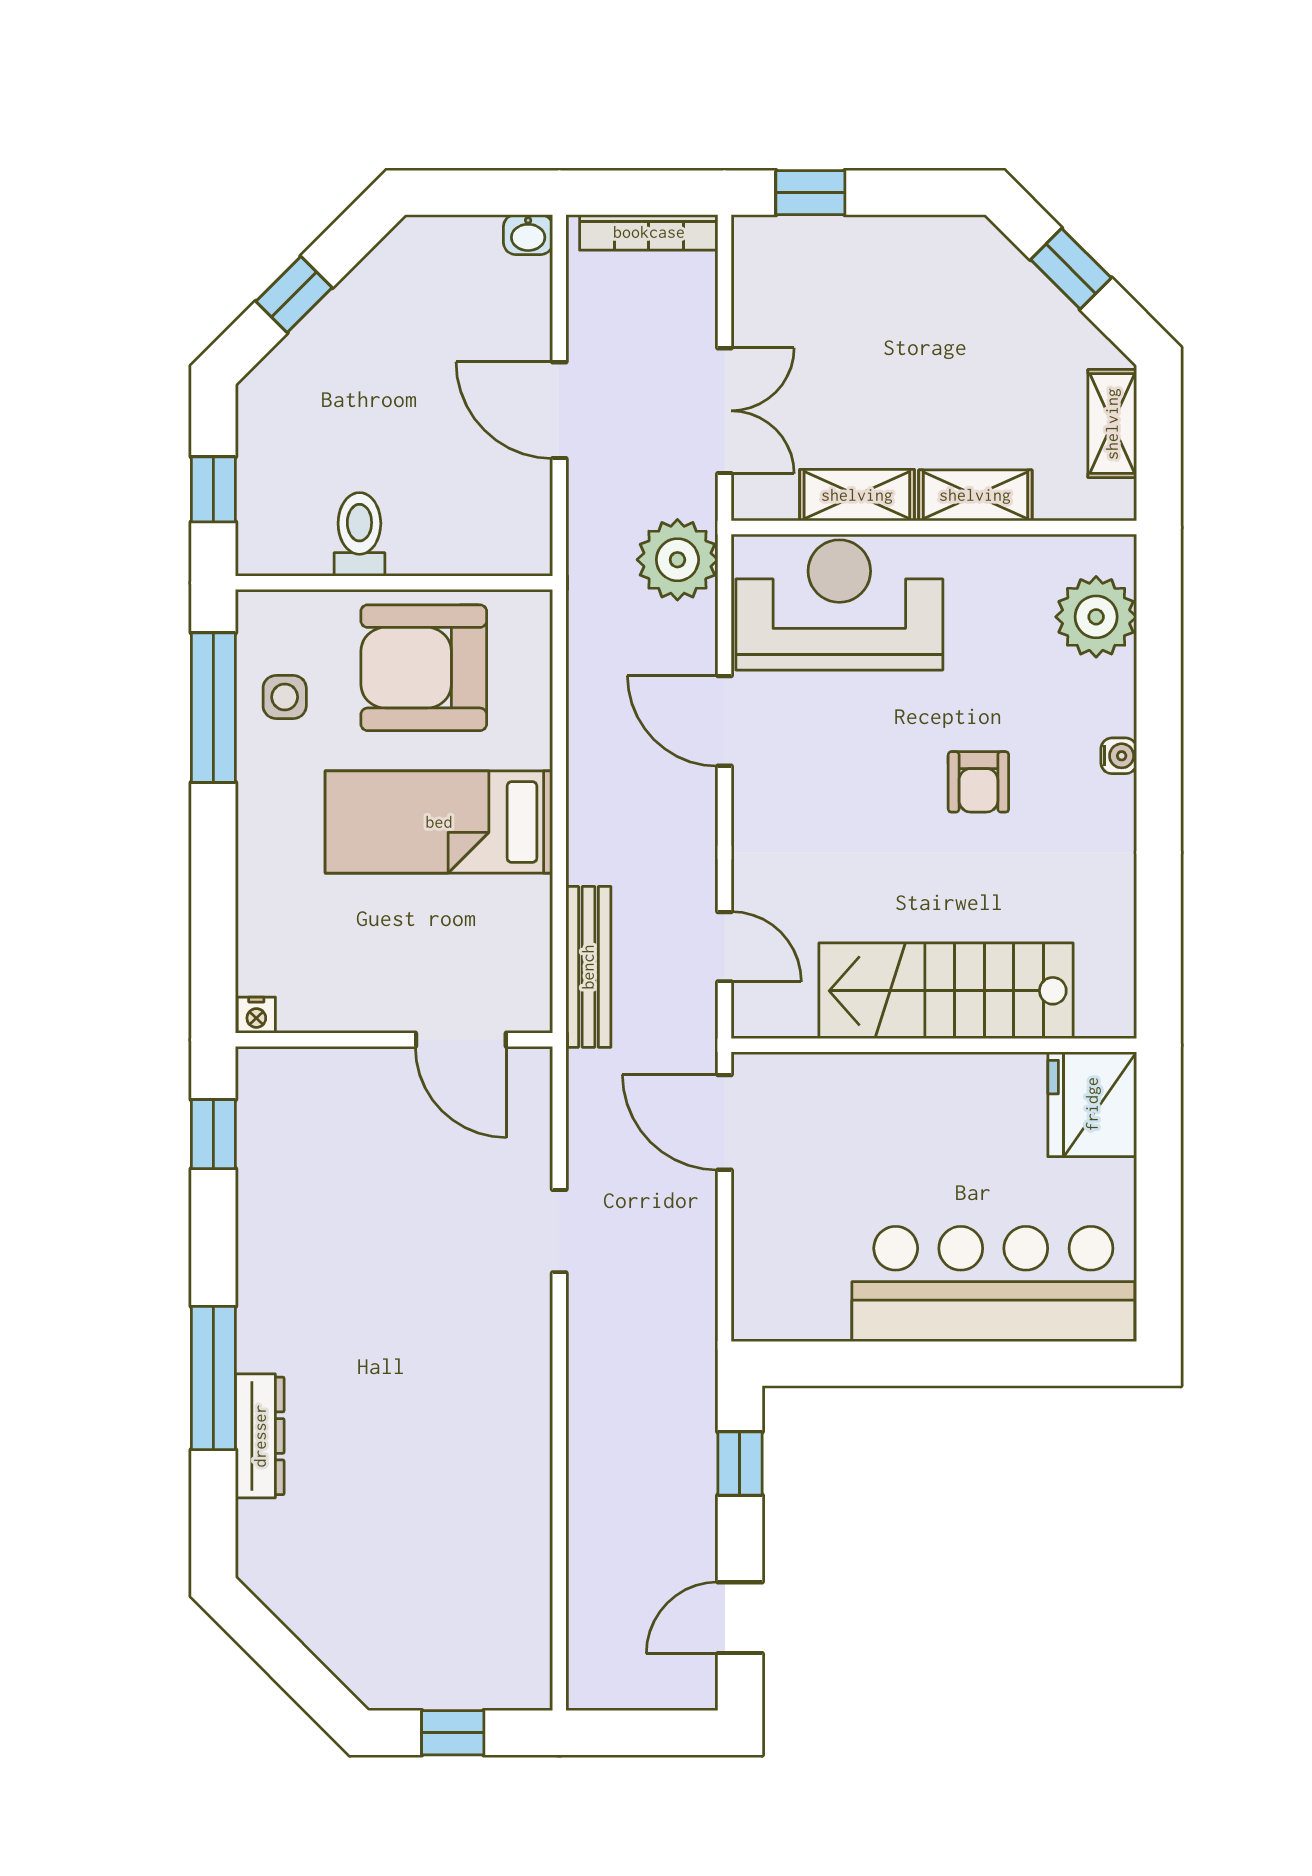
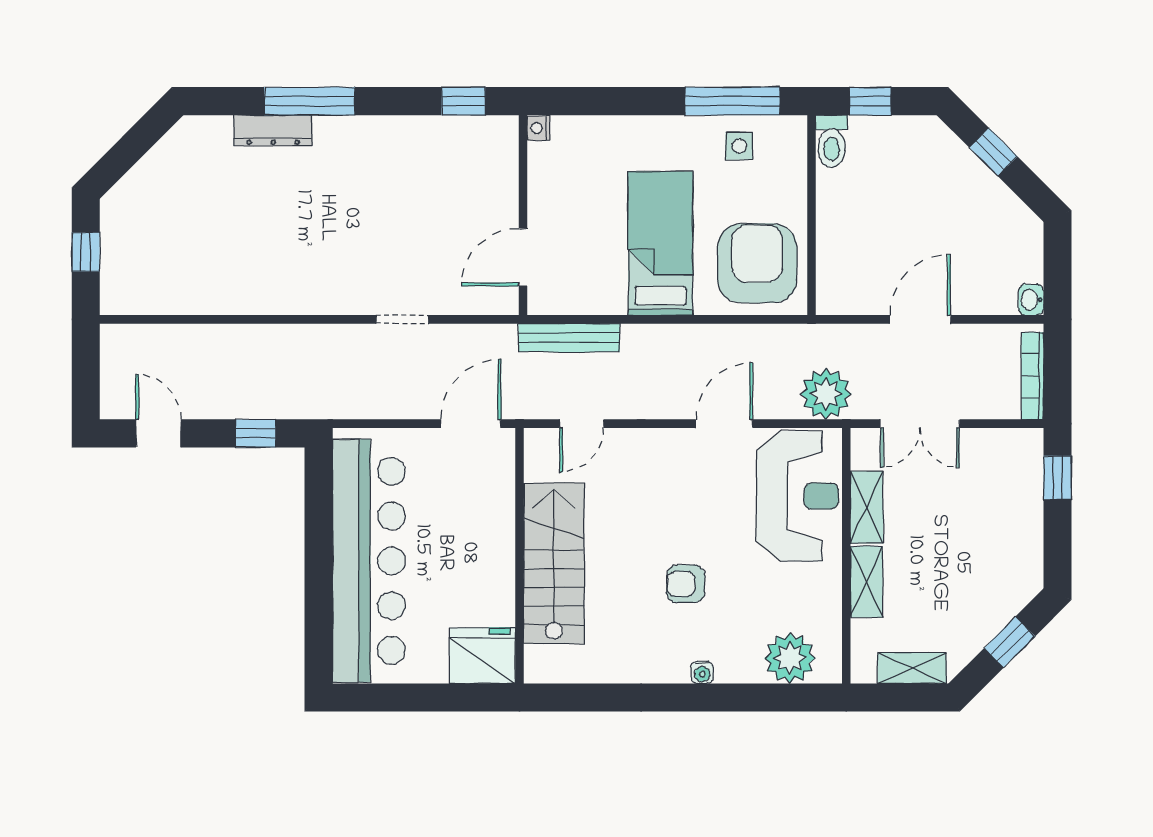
toilet: (359, 534) -> (832, 141), moved, turned 90
armchair: (424, 668) -> (757, 263), moved
bar counter: (993, 1284) -> (369, 561), width x1.36

